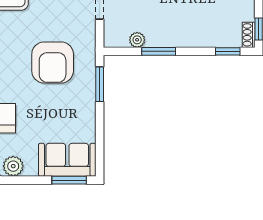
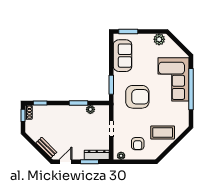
armchair: (53, 63) -> (137, 97), turned 90
sofa: (67, 160) -> (123, 56), moved, turned -90

